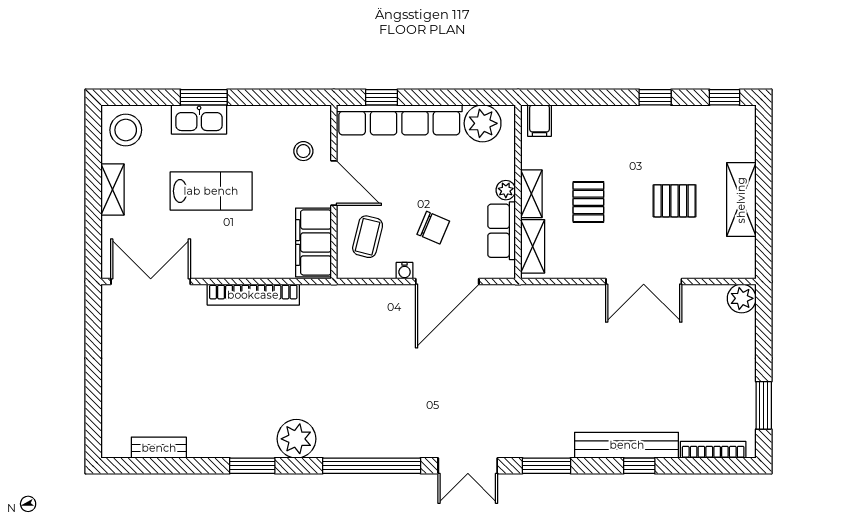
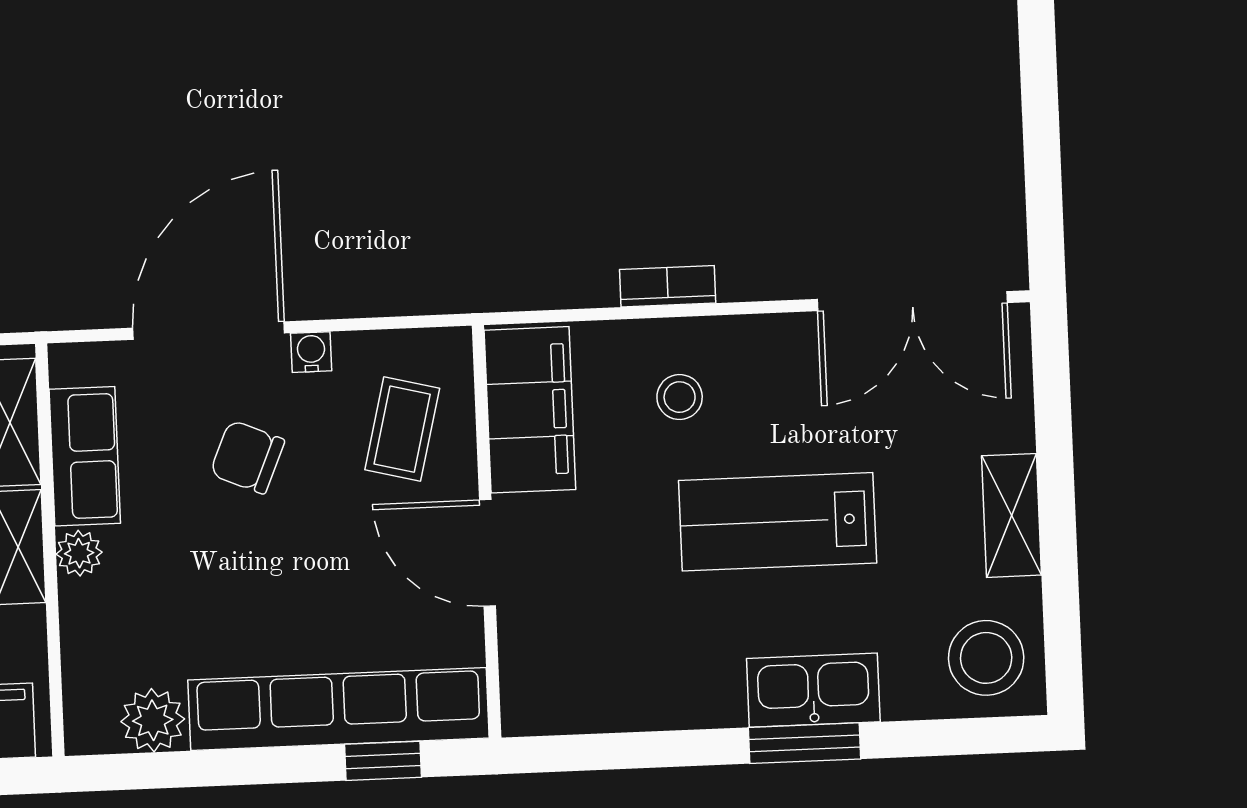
plant: (483, 123) -> (153, 720), width x0.73, depth x0.73
stool: (303, 151) -> (680, 397), moved
bookcase: (253, 295) -> (668, 286), width x0.43, depth x0.76

